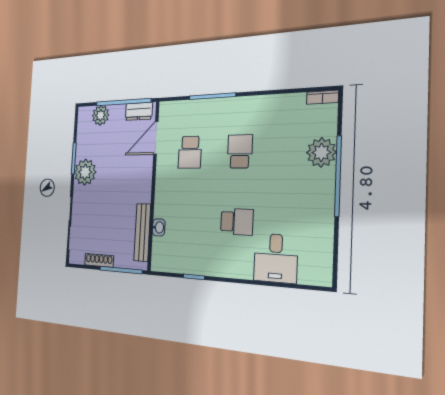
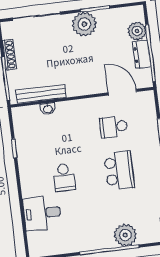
dresser: (139, 111) -> (142, 54), moved
school desk: (240, 151) -> (119, 171), width x1.85

